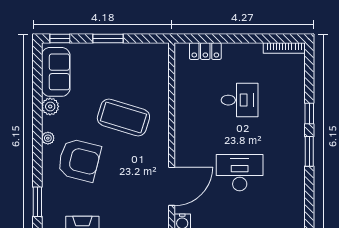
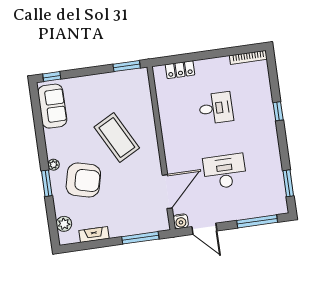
window: (108, 39) -> (127, 66), moved
plant: (50, 106) -> (64, 224), moved
coffee table: (123, 117) -> (117, 137), turned 45
window: (309, 151) -> (288, 183), moved
window: (37, 202) -> (47, 183), moved

